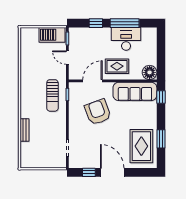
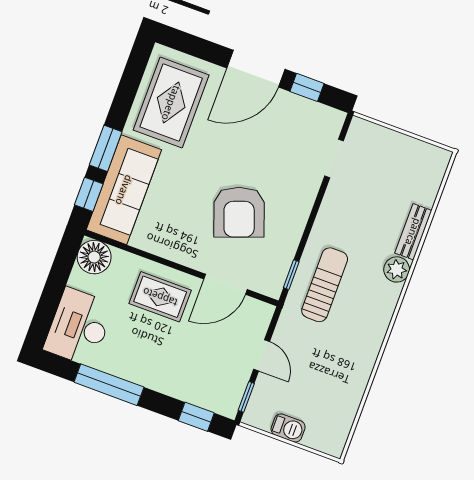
window: (96, 23) -> (196, 417), moved
barbecue: (52, 35) -> (288, 428), width x0.53, depth x0.65
desk: (126, 39) -> (79, 327), moved, turned 90
sofa: (135, 91) -> (124, 190), moved, turned 90
plant: (26, 112) -> (397, 269), added
window: (161, 139) -> (106, 148), moved
door: (112, 172) -> (256, 69), hinge flipped

